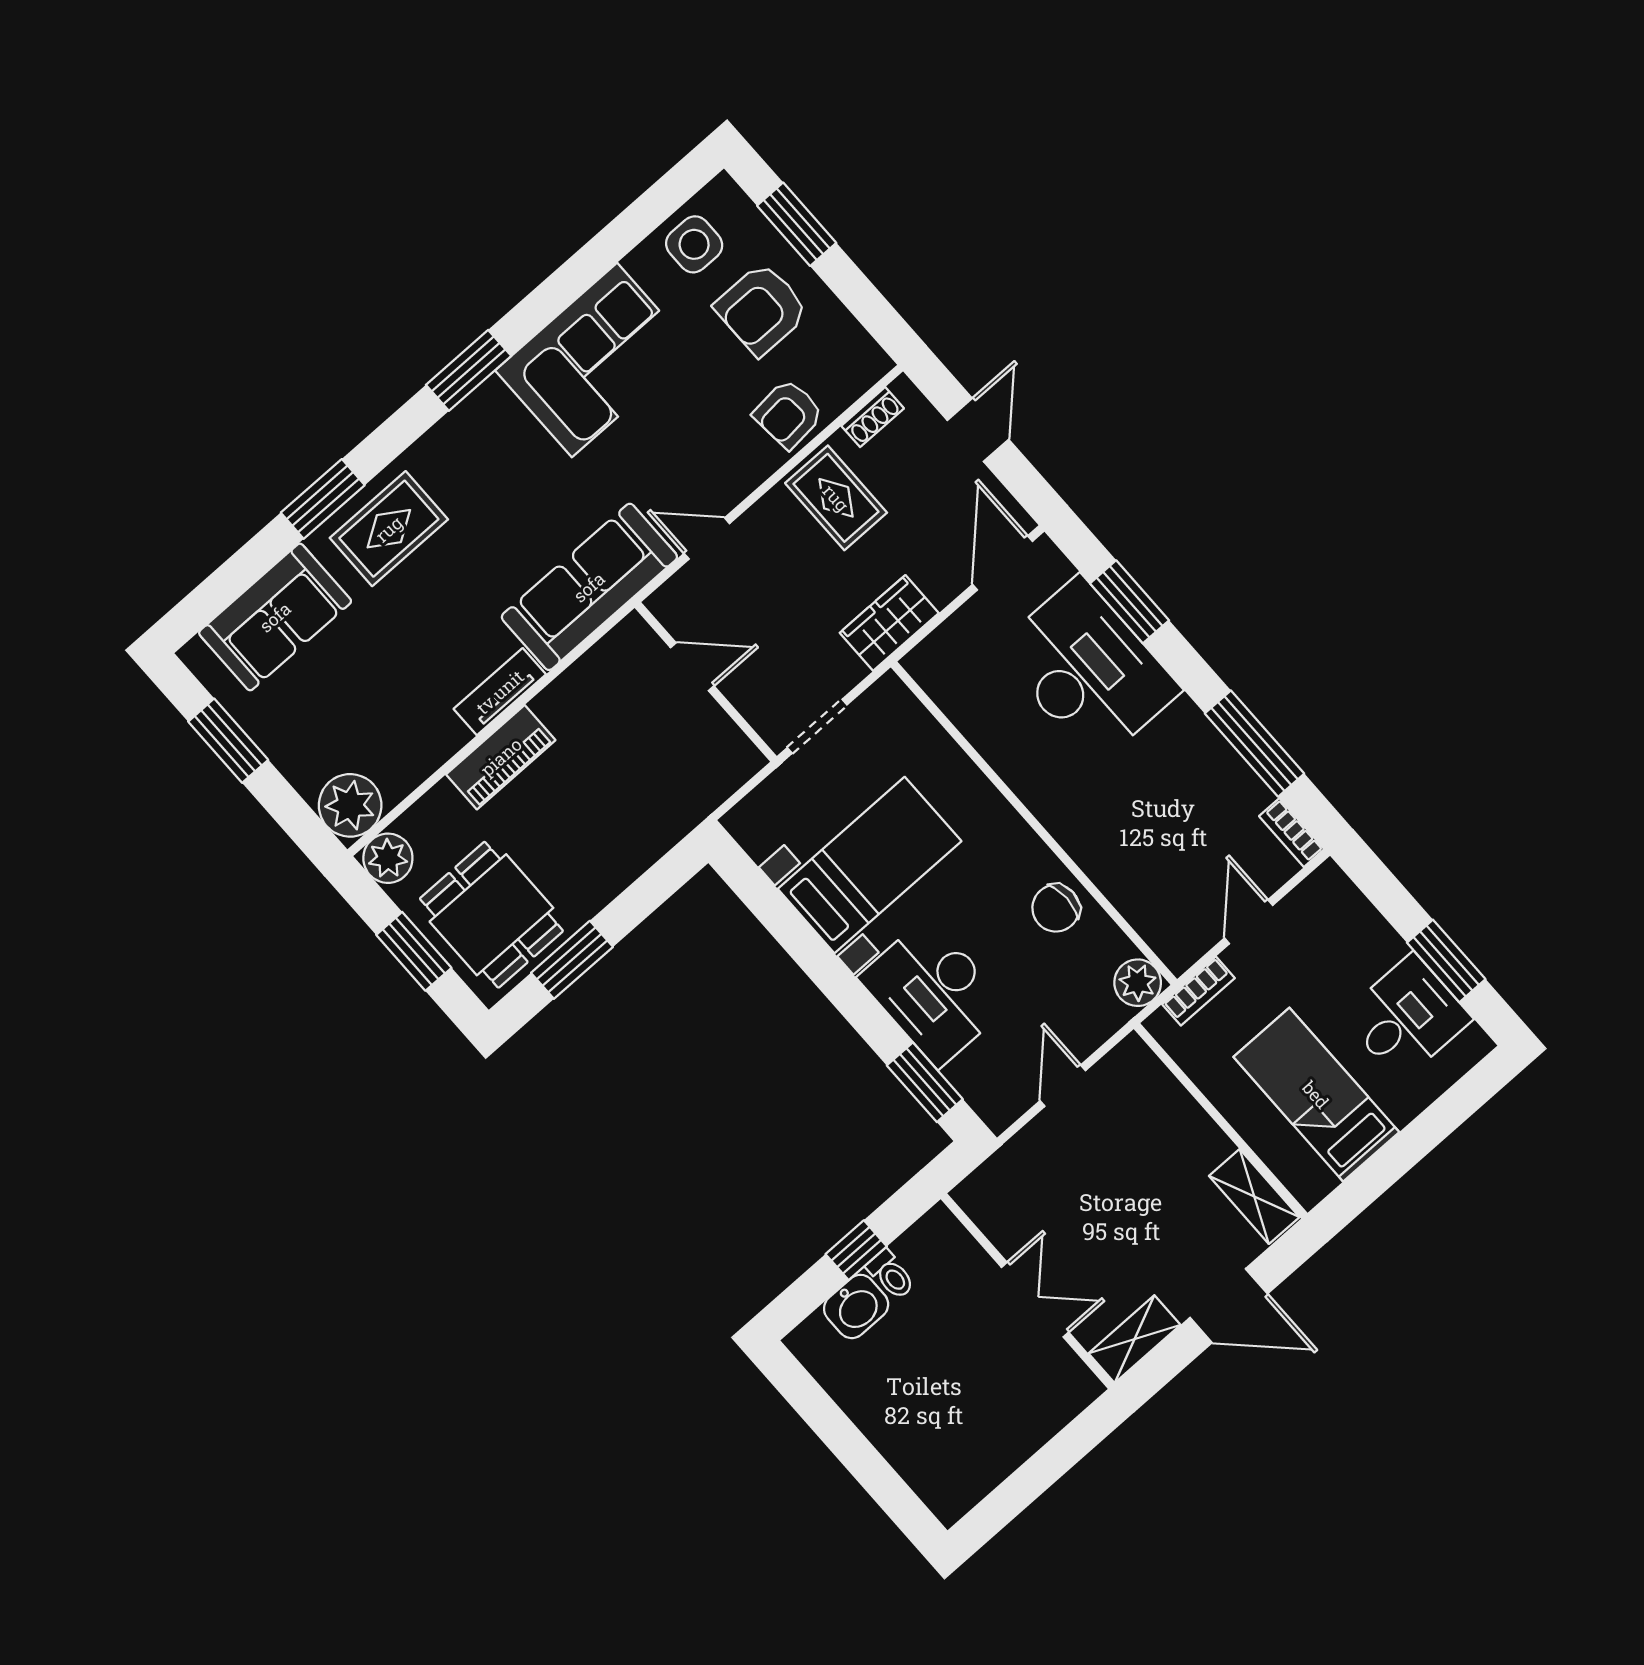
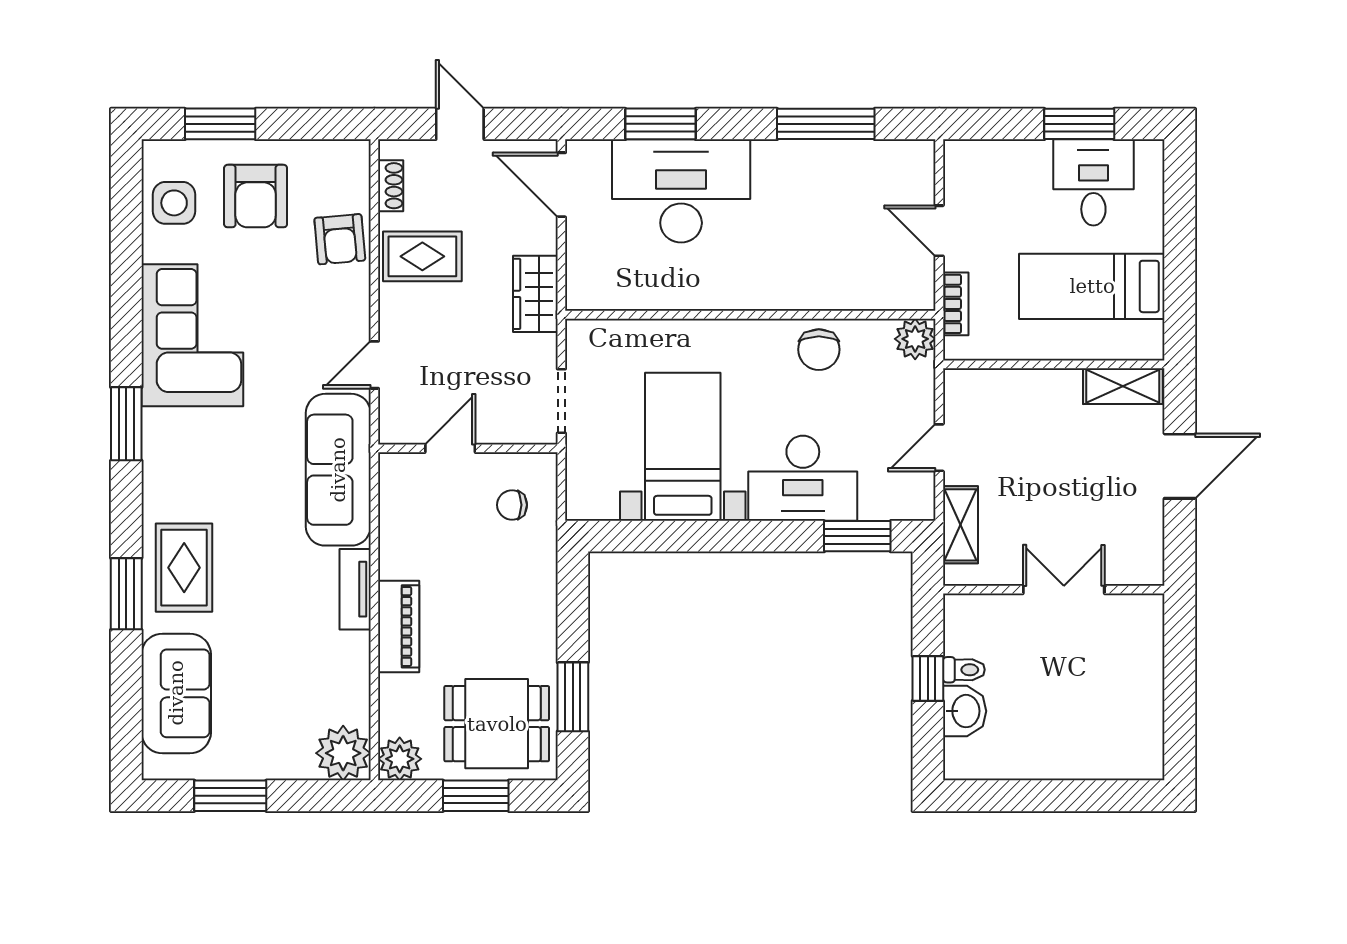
chair: (691, 763) -> (512, 505), added
bookcase: (1292, 833) -> (906, 151), removed
door: (1063, 1086) -> (939, 448), hinge flipped
shelving: (1134, 1339) -> (960, 525), moved

